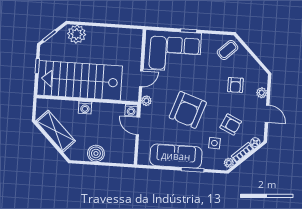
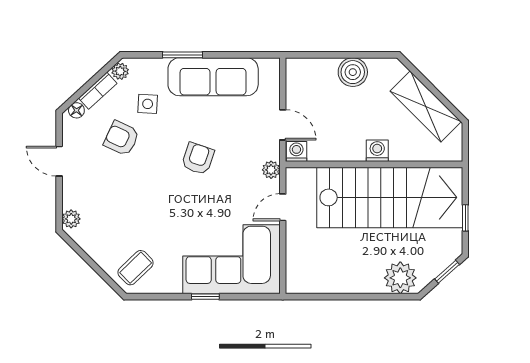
armchair: (235, 85) -> (118, 207), removed
plant: (262, 93) -> (71, 219), moved
armchair: (188, 110) -> (198, 159), width x0.53, depth x0.53

